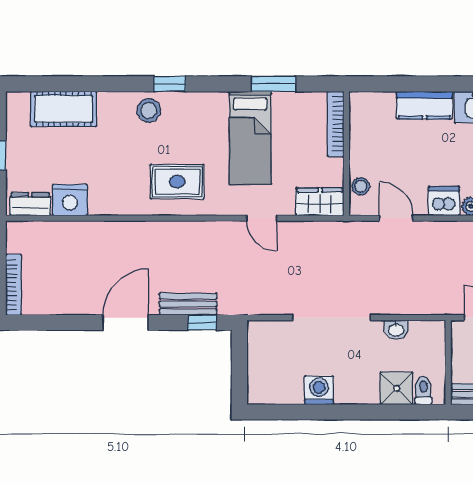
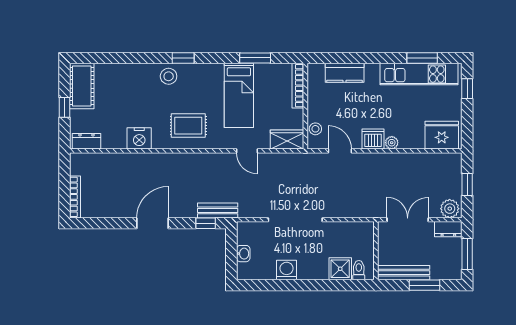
kitchen counter: (425, 105) -> (345, 73), moved
cot: (64, 109) -> (82, 86), moved, turned 90
nightstand: (70, 200) -> (139, 138), moved
bench: (188, 304) -> (218, 210), moved
washbasin: (396, 330) -> (243, 254), moved, turned -90

